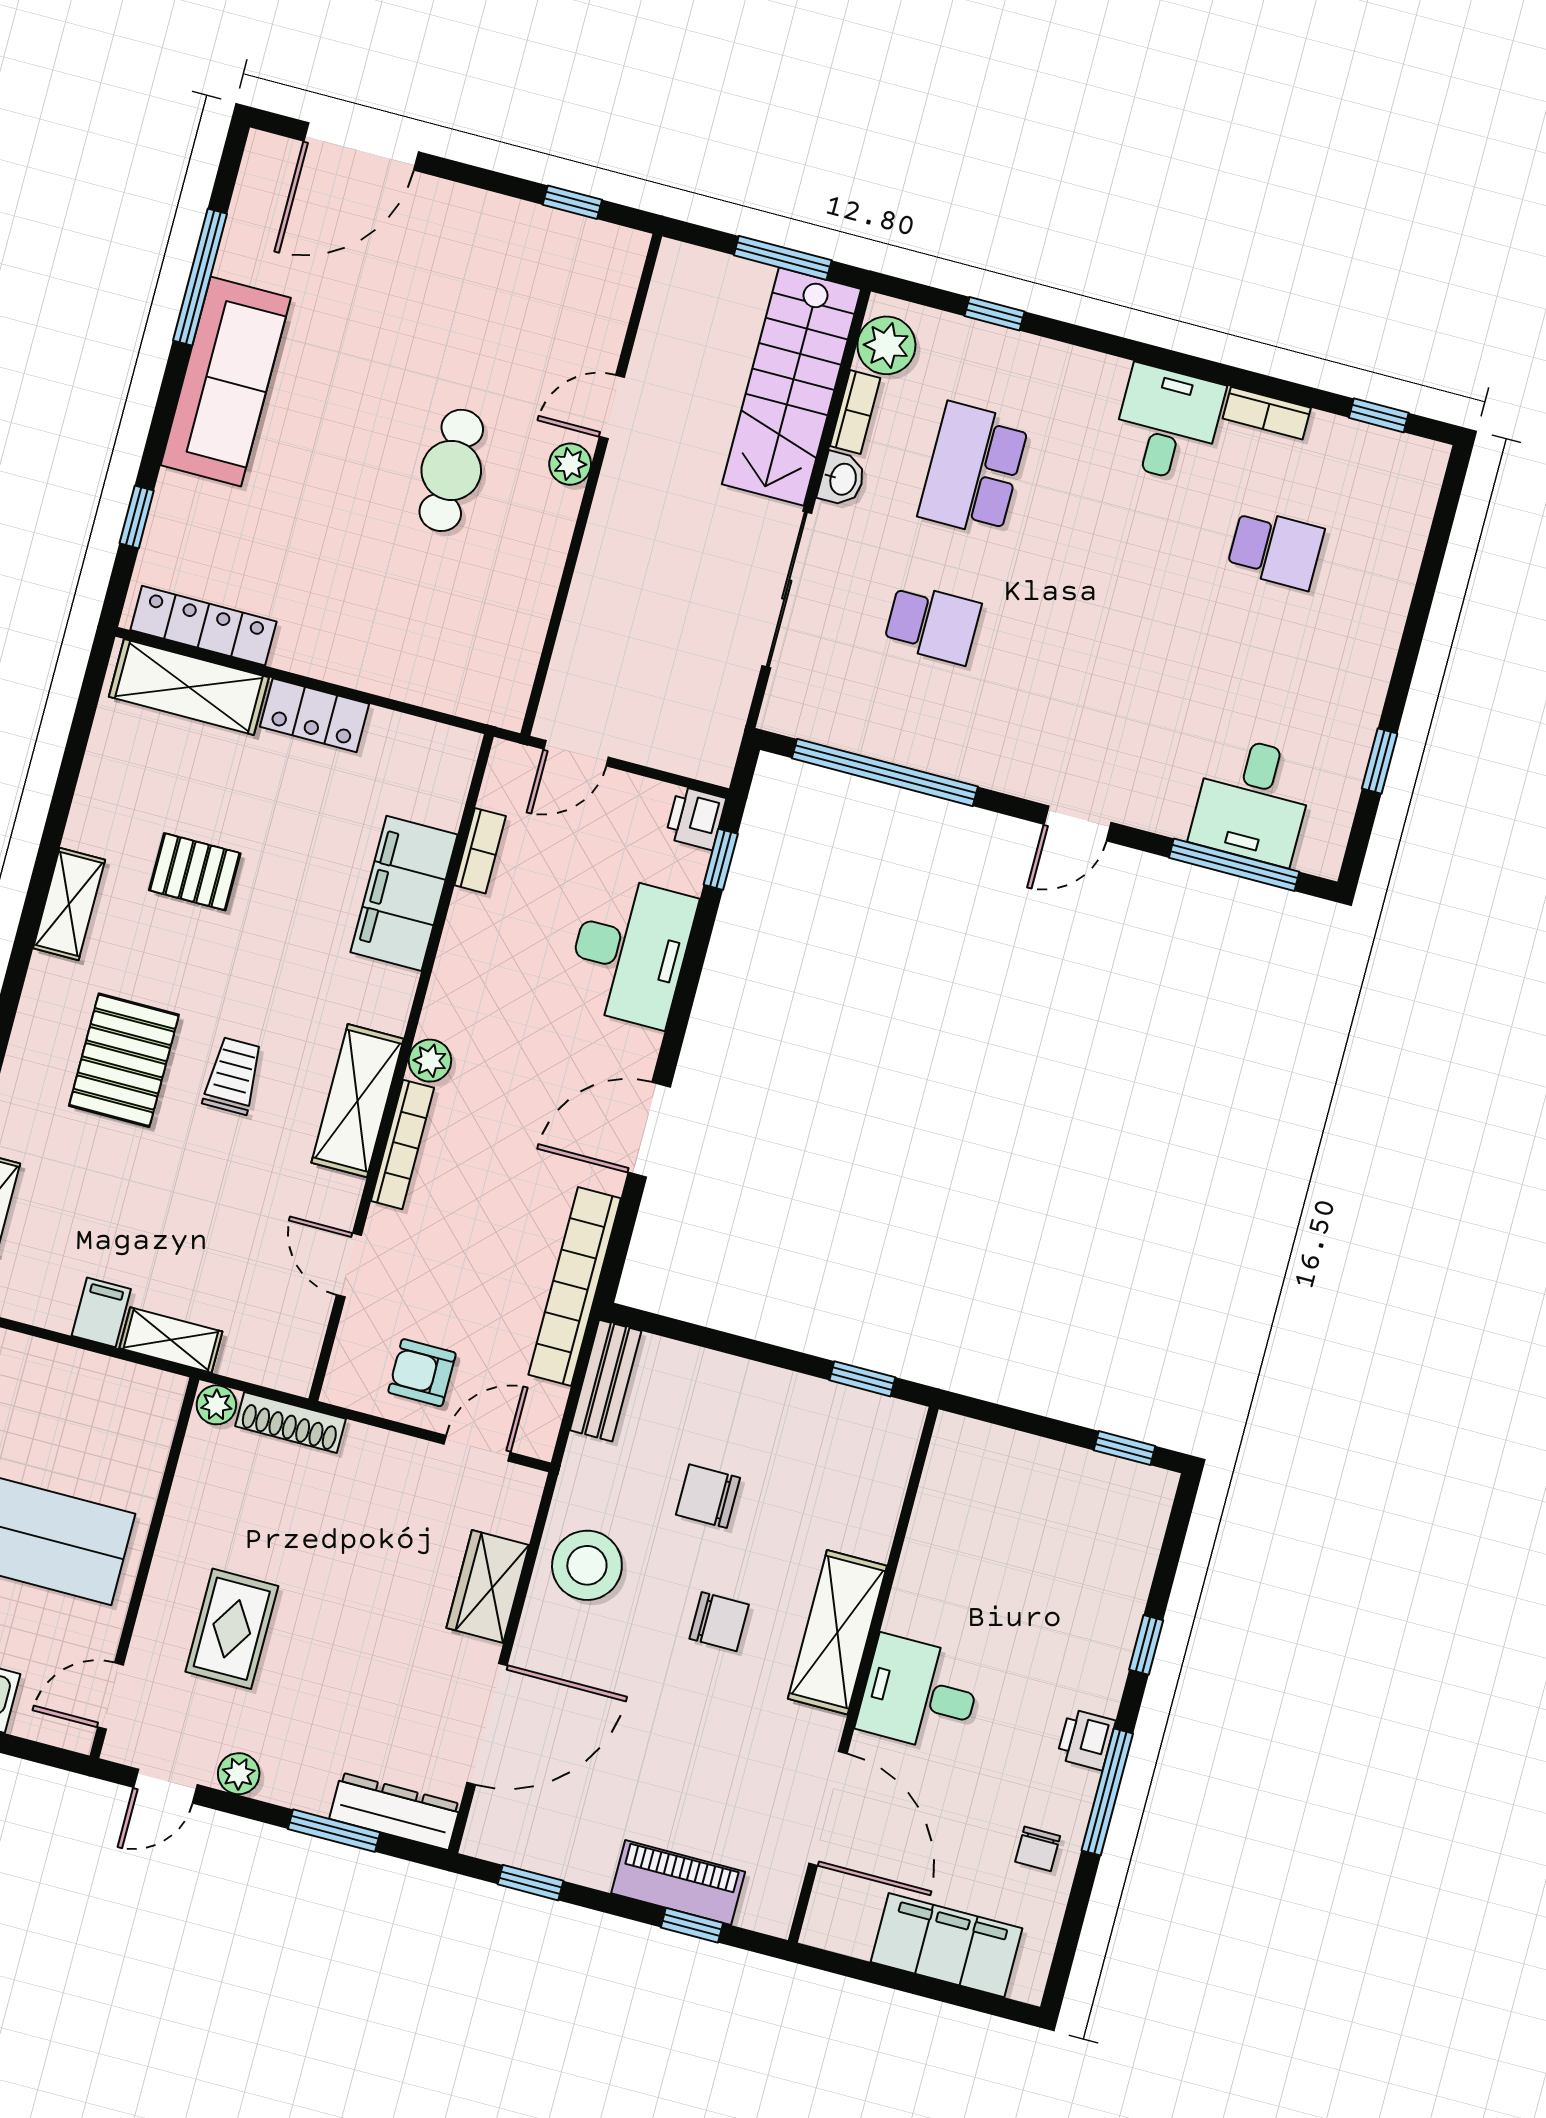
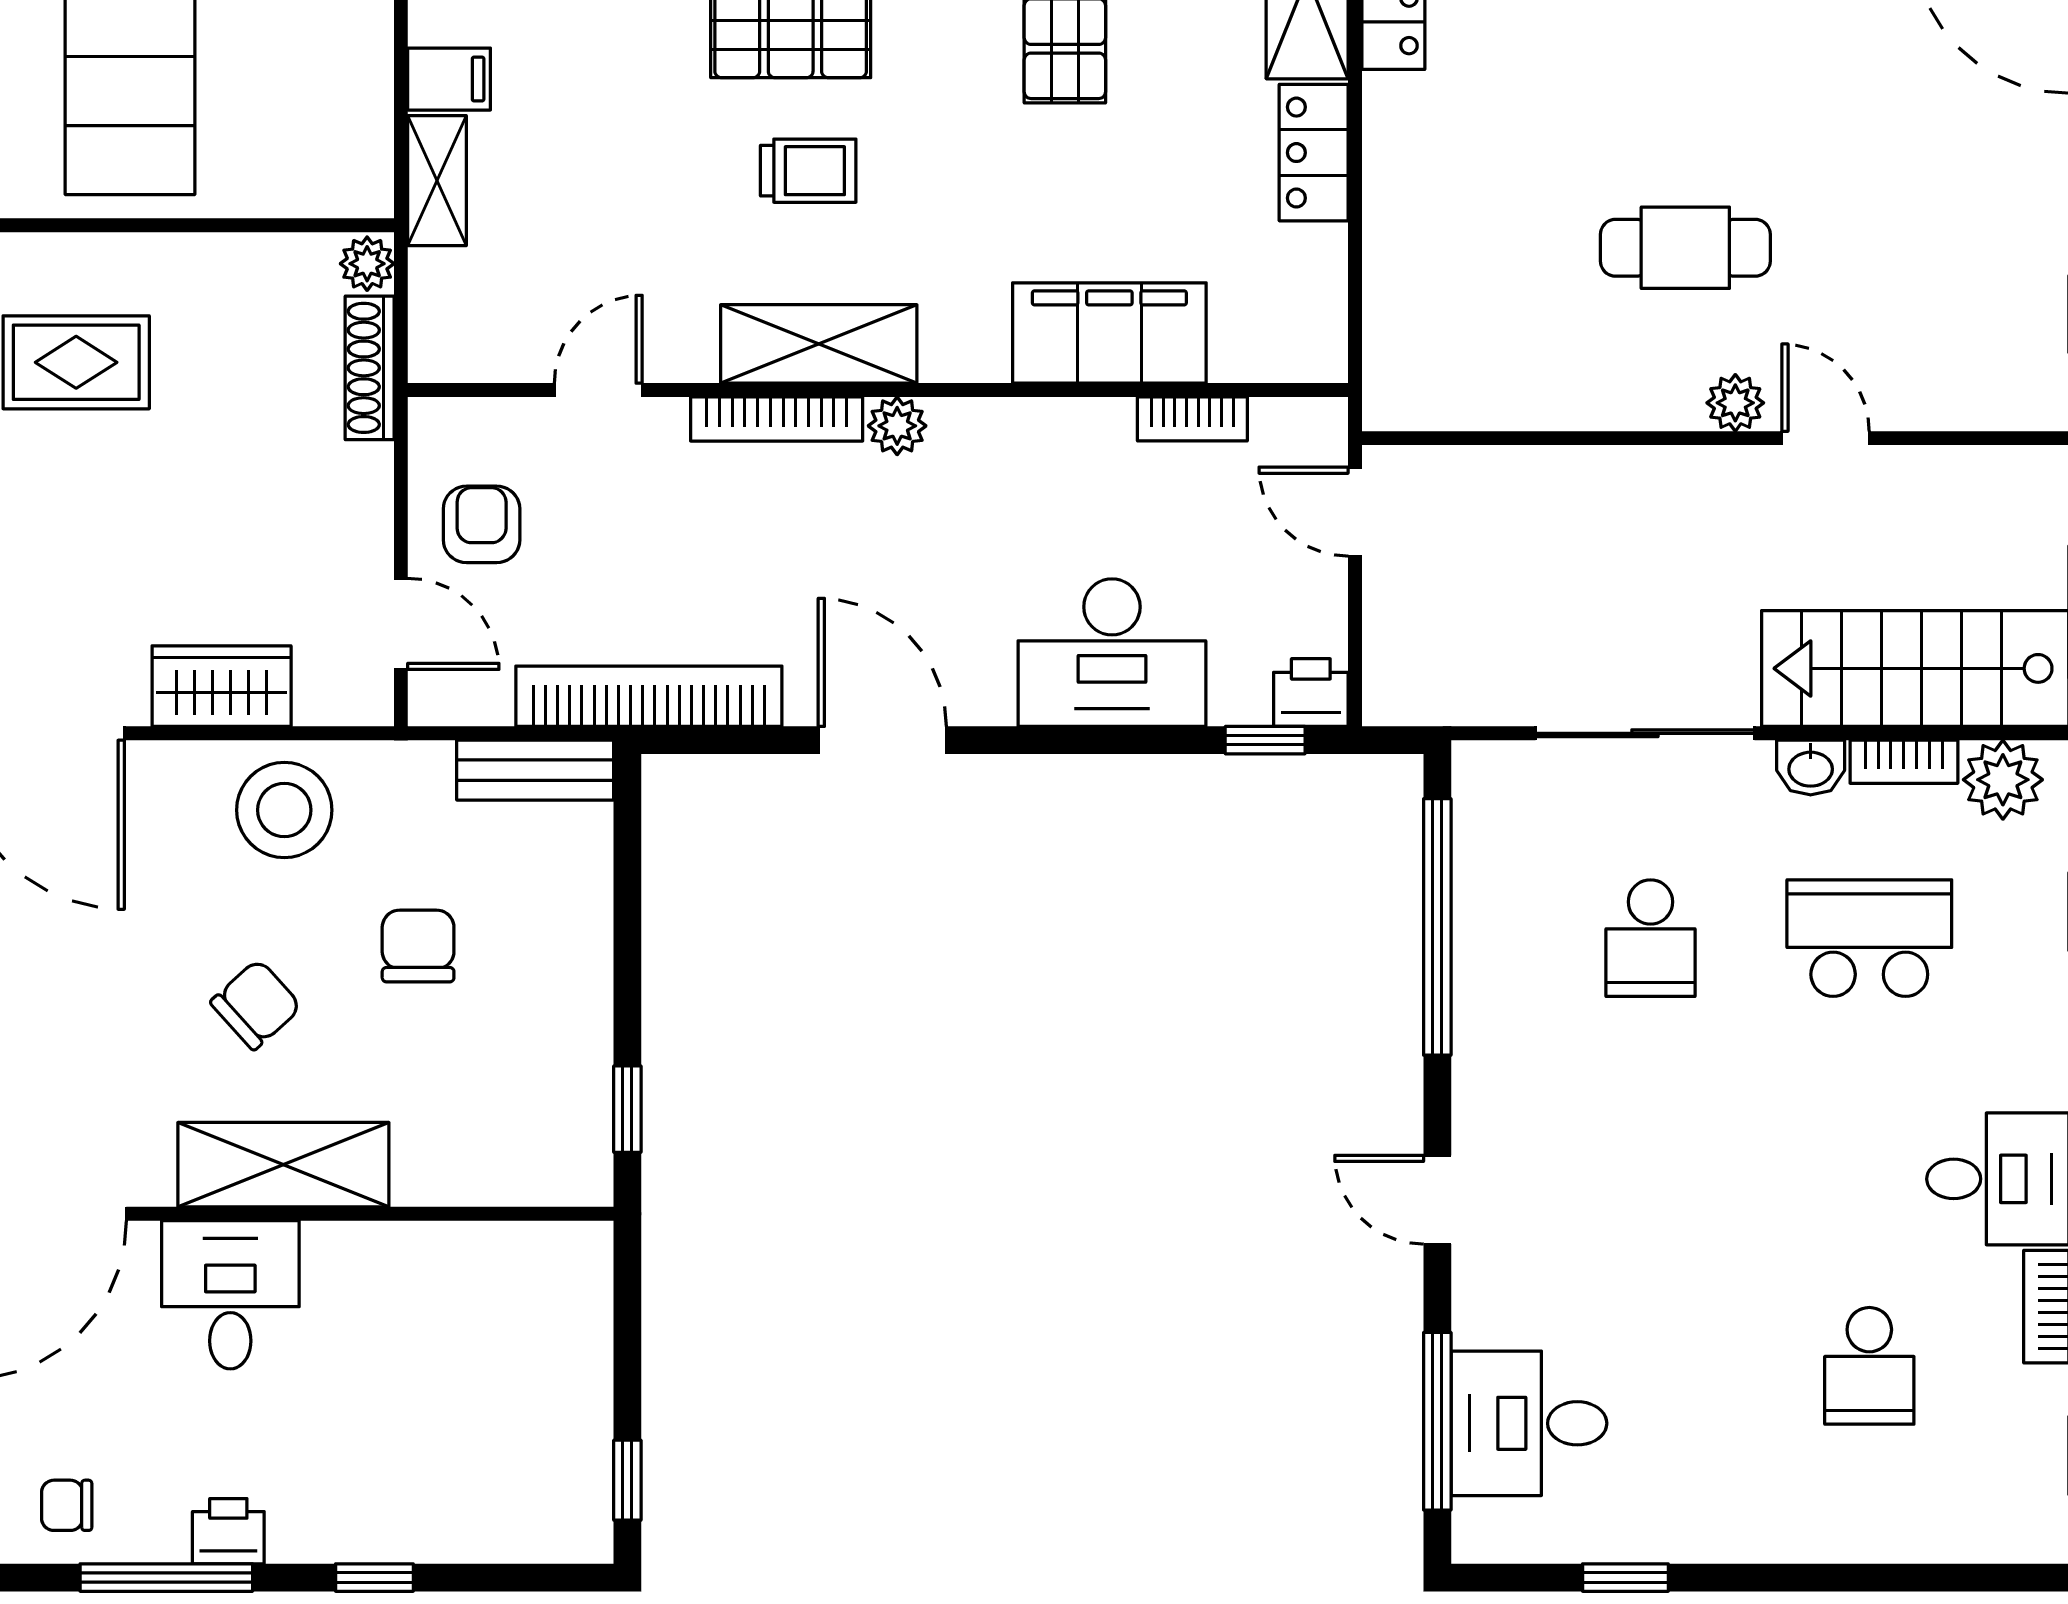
chair: (719, 1622) -> (256, 1005), turned -132

